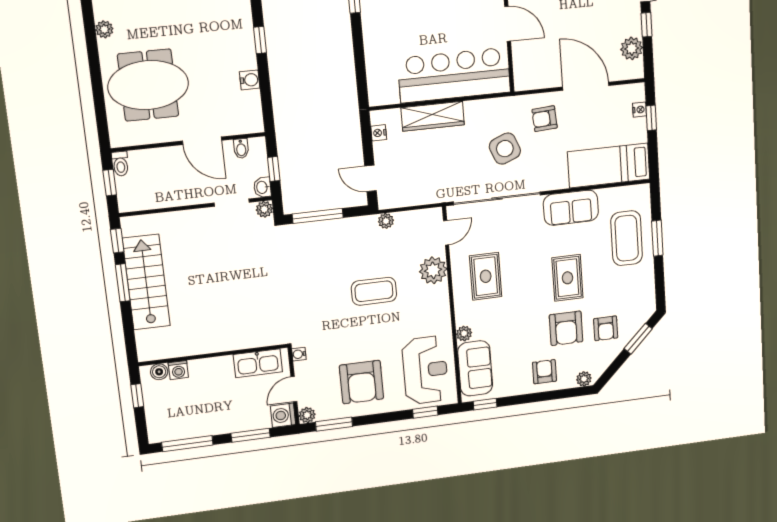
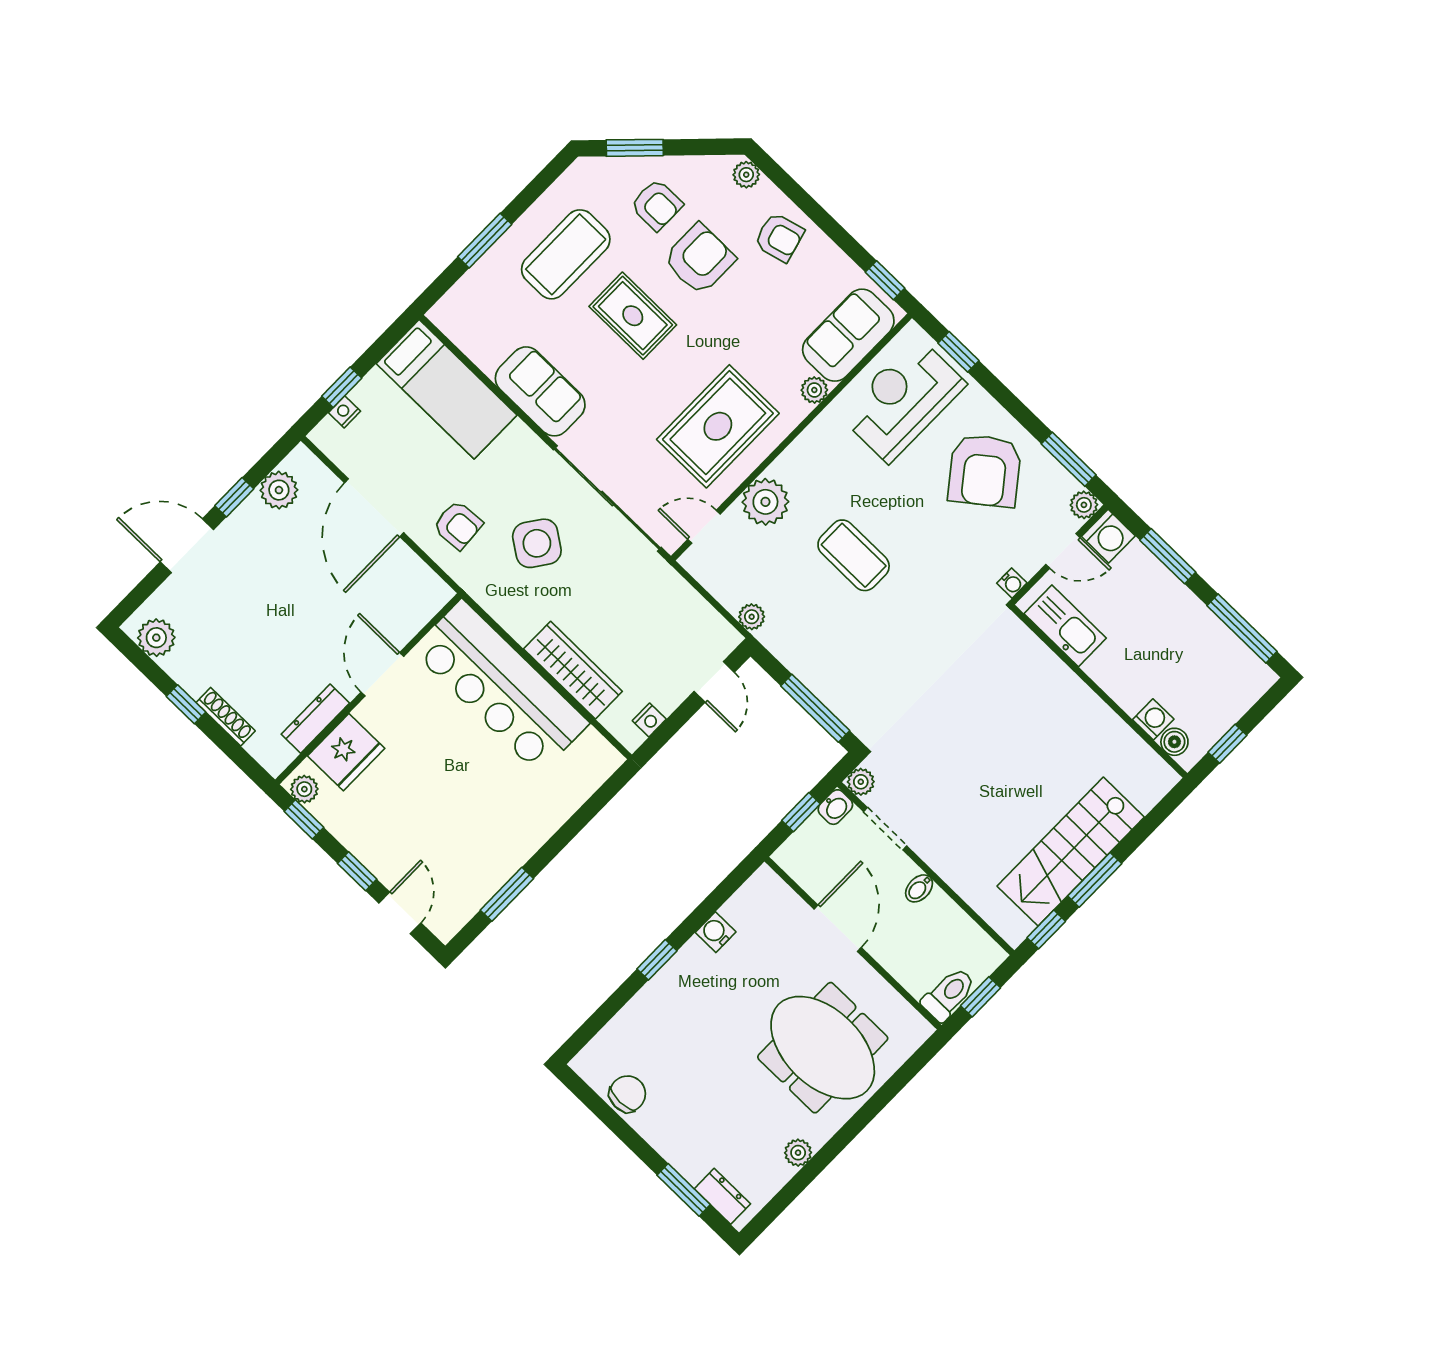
bidet: (241, 148) -> (919, 888), moved, turned 180
side table: (505, 149) -> (537, 543), turned -33
toilet: (120, 164) -> (949, 994), width x1.37, depth x1.39
coffee table: (627, 238) -> (566, 254), moved
rug: (486, 276) -> (718, 426), width x1.36, depth x1.43
rug: (567, 278) -> (633, 316), turned 90
armchair: (606, 328) -> (657, 205), turned 90
armchair: (544, 372) -> (779, 237), turned -105
armchair: (361, 382) -> (985, 471), turned 142

